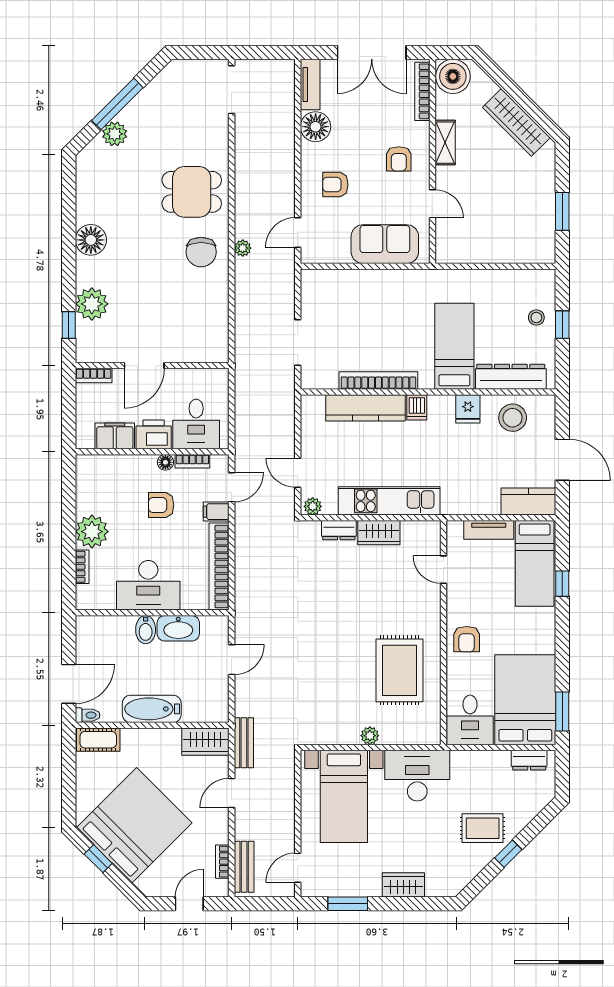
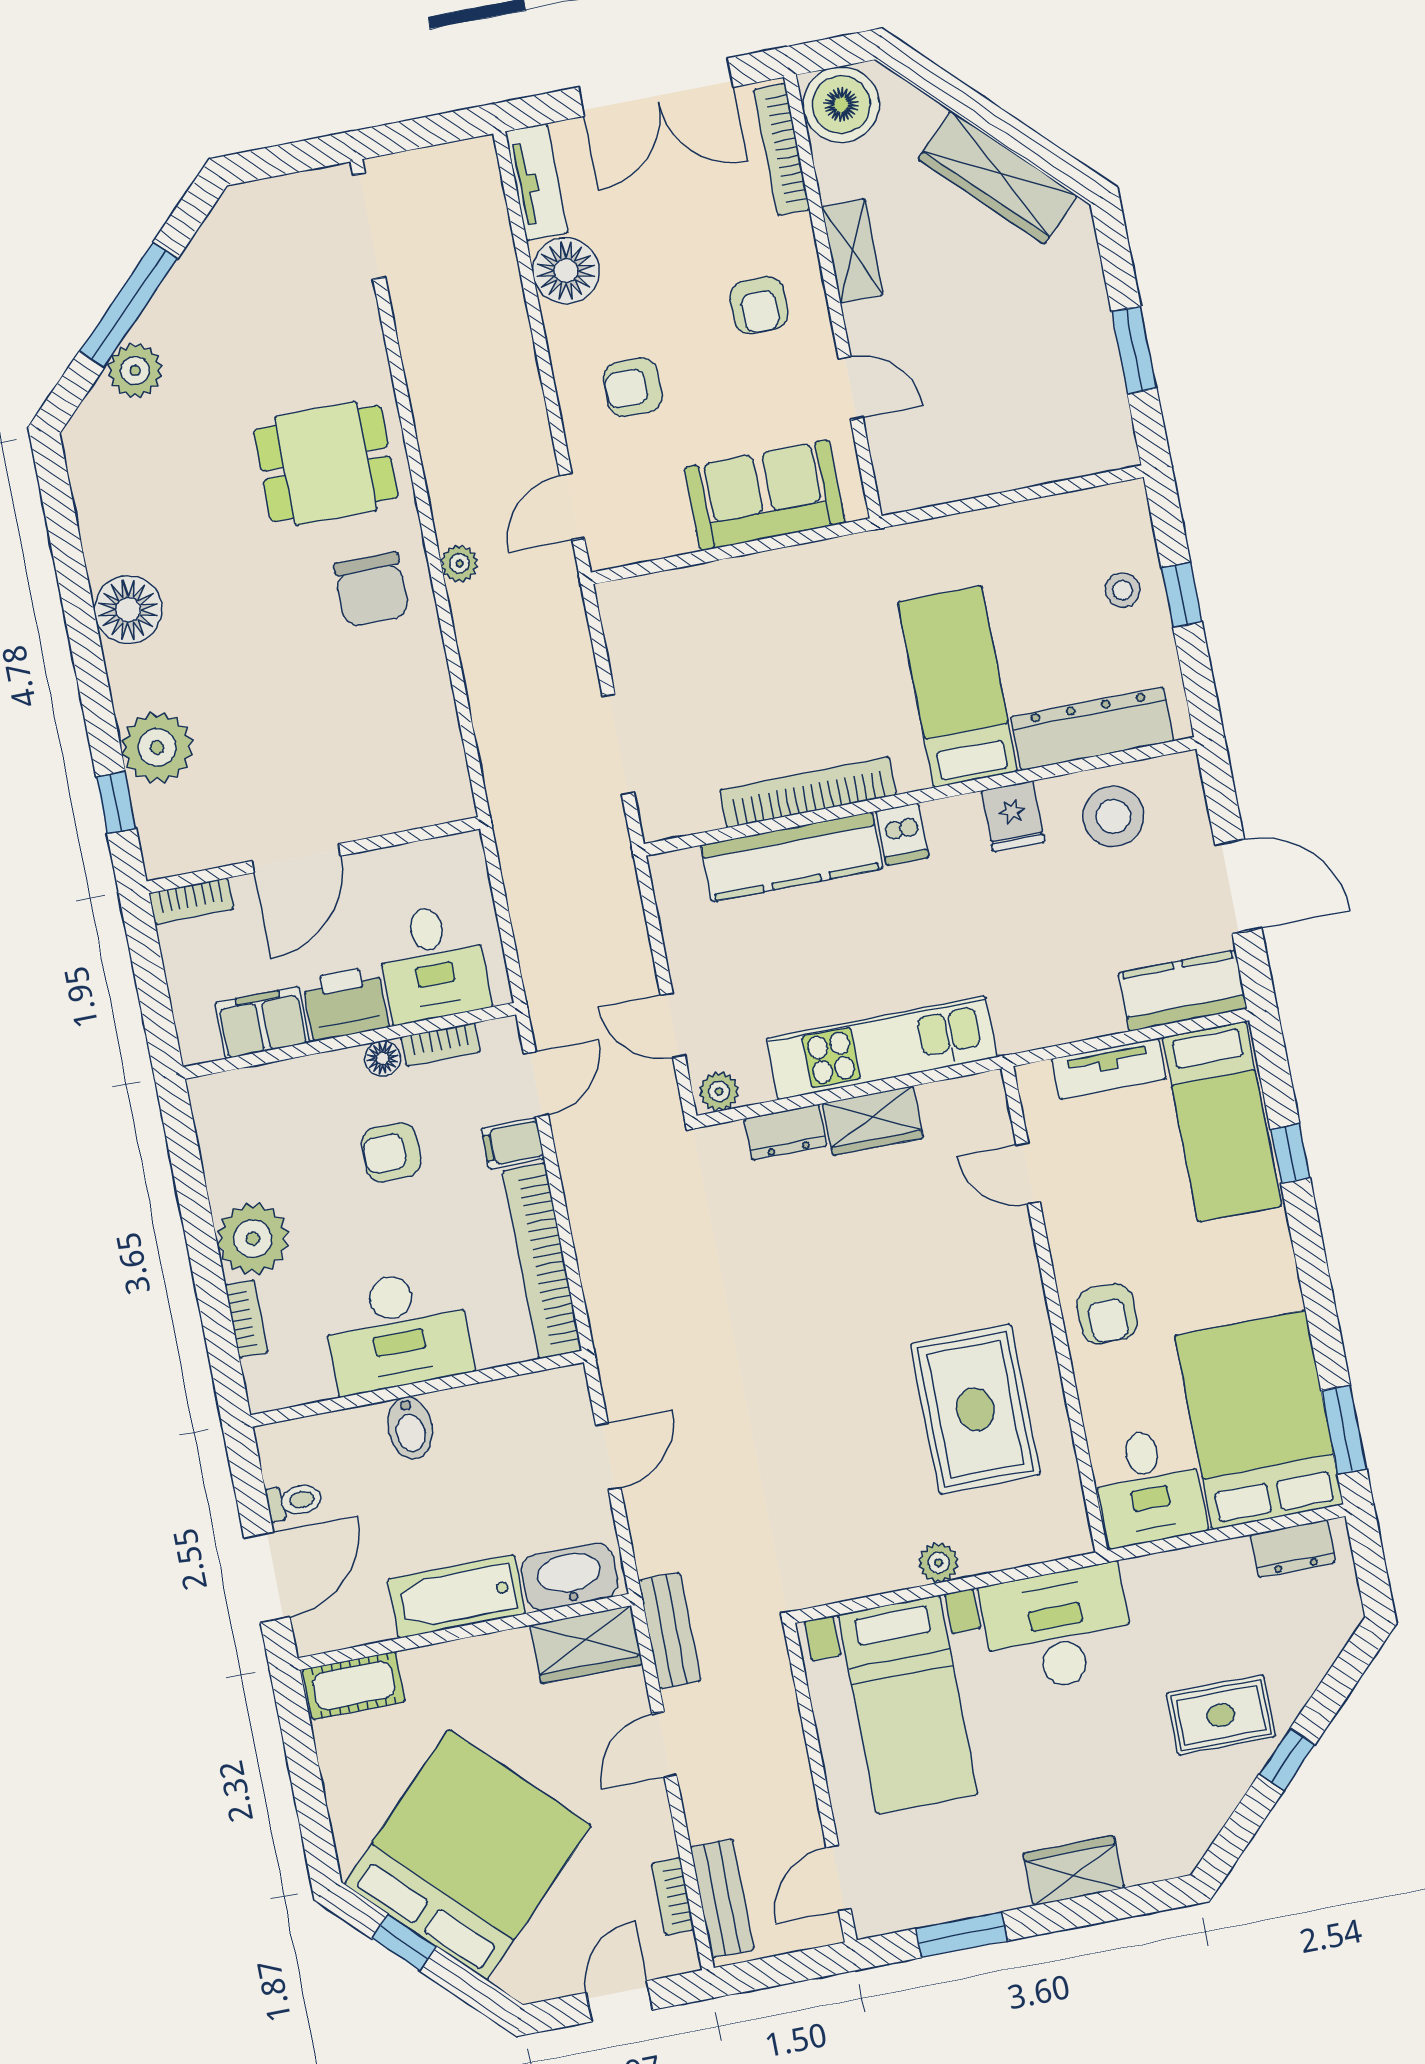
washbasin: (178, 628) -> (570, 1577), moved, turned 180
toilet: (88, 715) -> (294, 1501), moved

